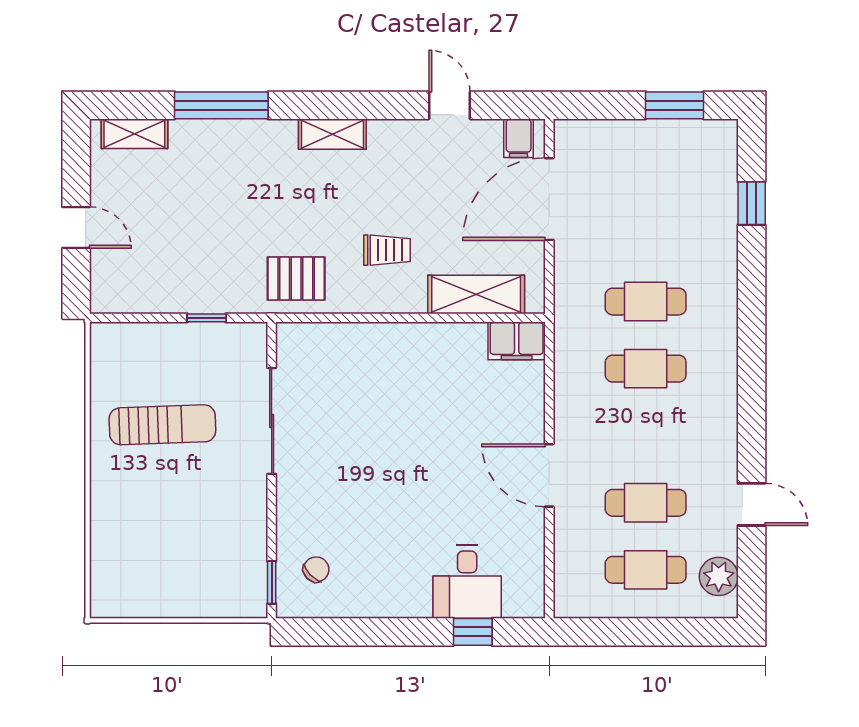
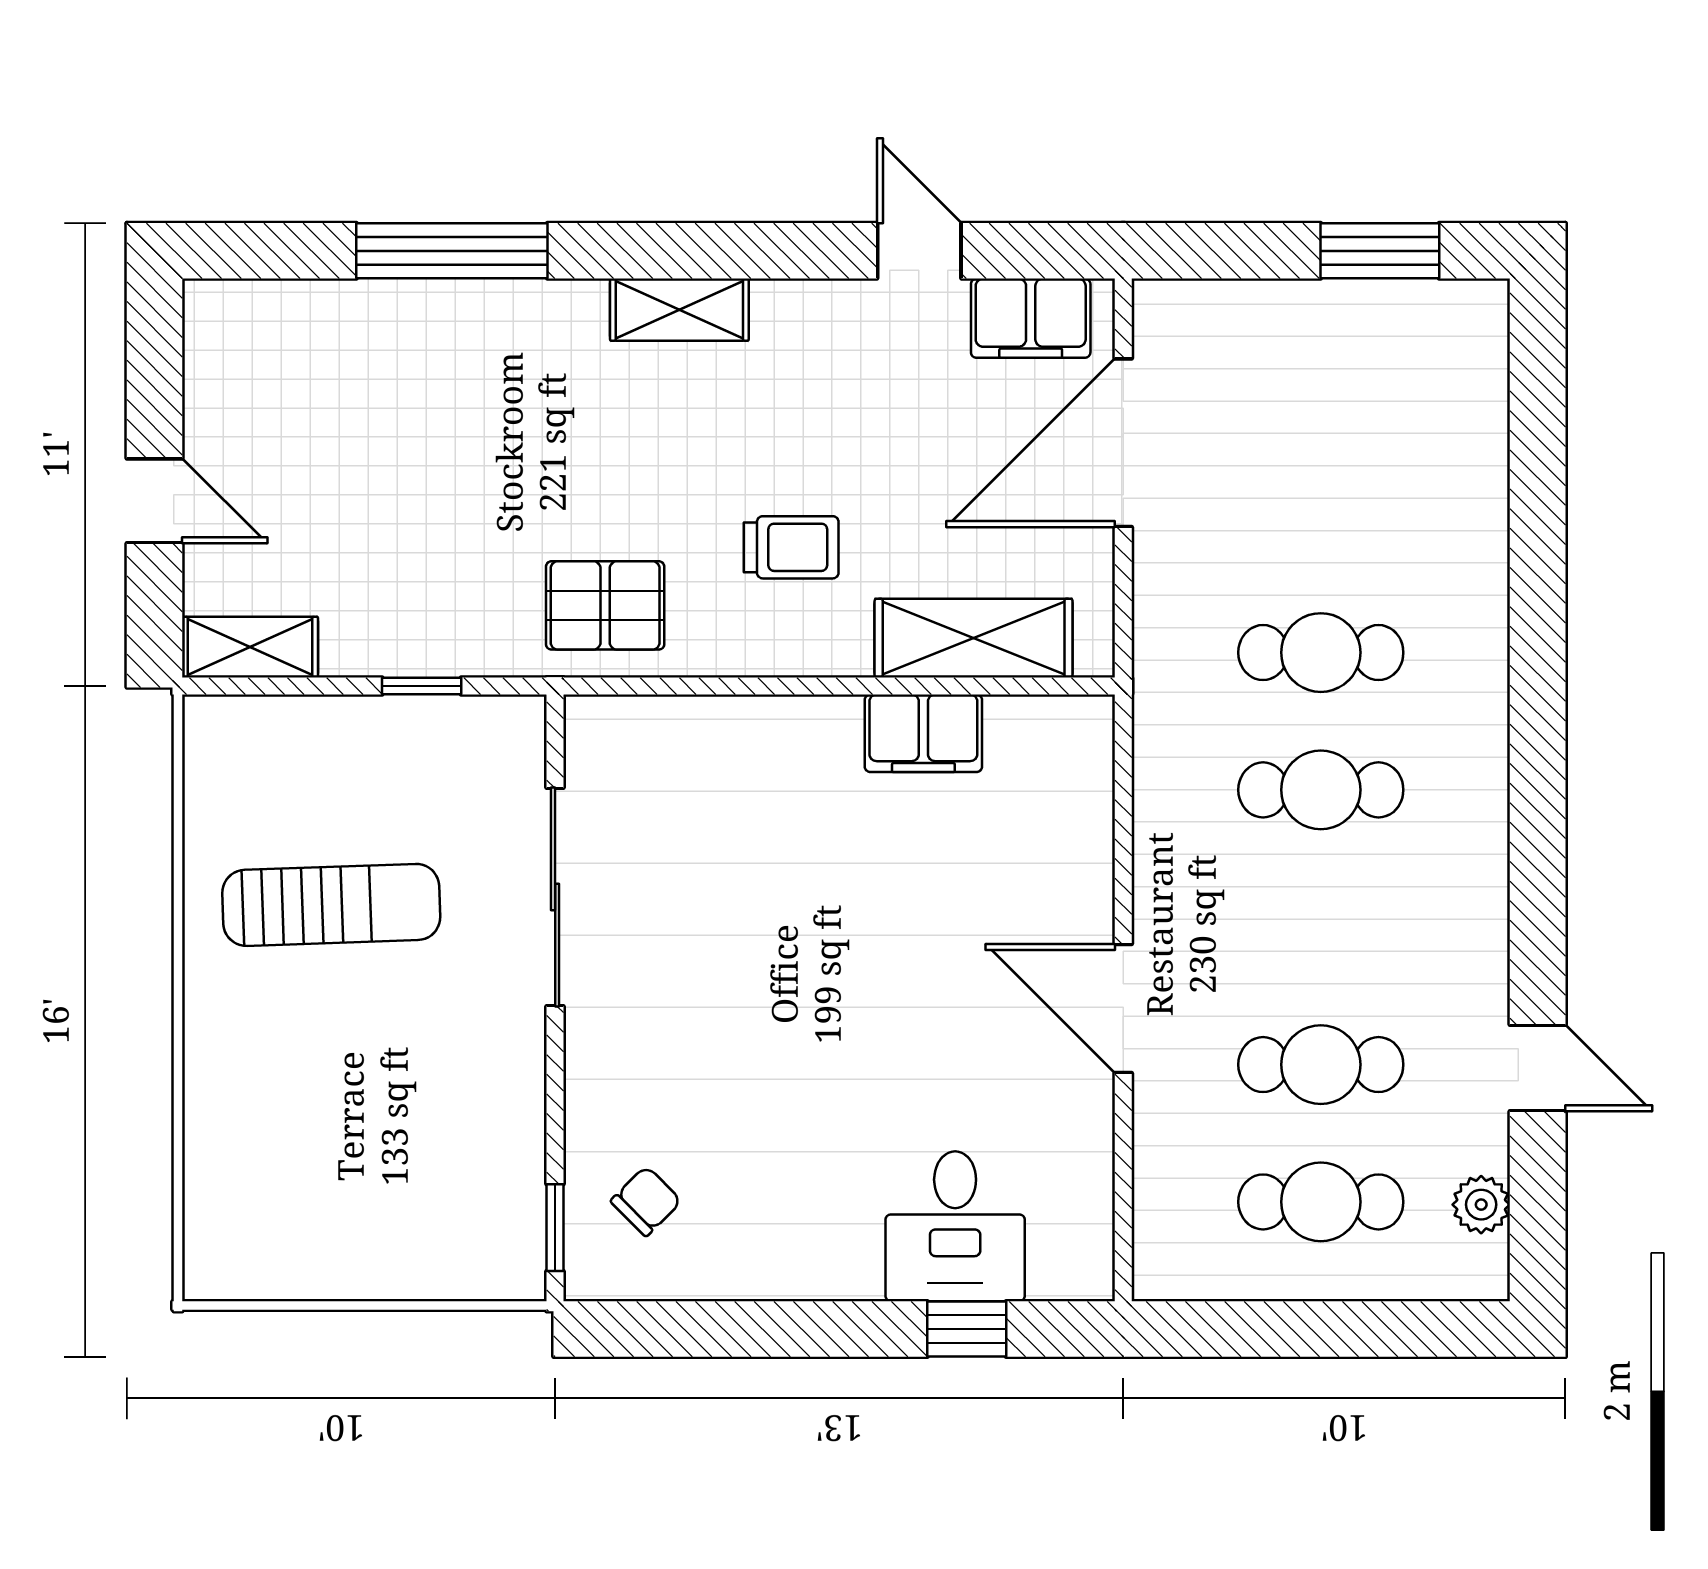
shelving: (134, 134) -> (250, 647), moved
filing cabinet: (519, 138) -> (1031, 318), width x2.00
window: (752, 203) -> (1538, 451), removed
filing cabinet: (517, 341) -> (923, 733), moved
plant: (719, 576) -> (1481, 1205), width x0.73, depth x0.73

